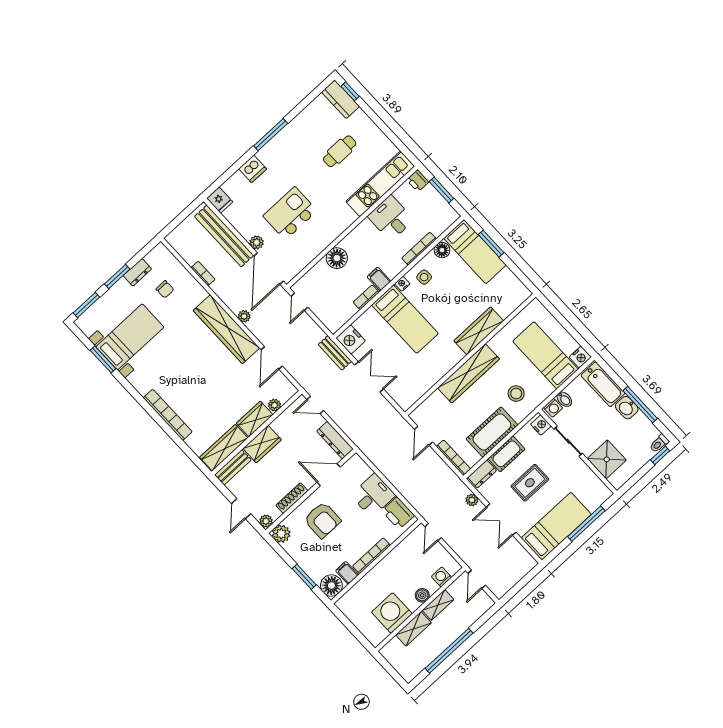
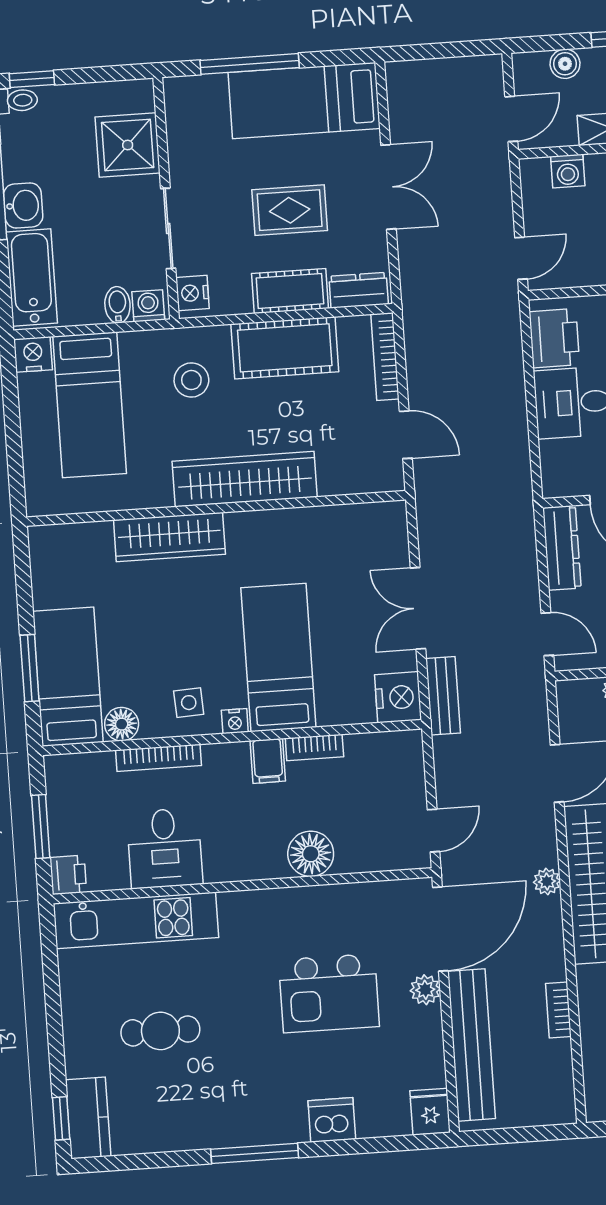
door: (424, 436) -> (406, 435), hinge flipped
plant: (472, 500) -> (411, 260), removed
boiler: (473, 615) -> (565, 64), added

